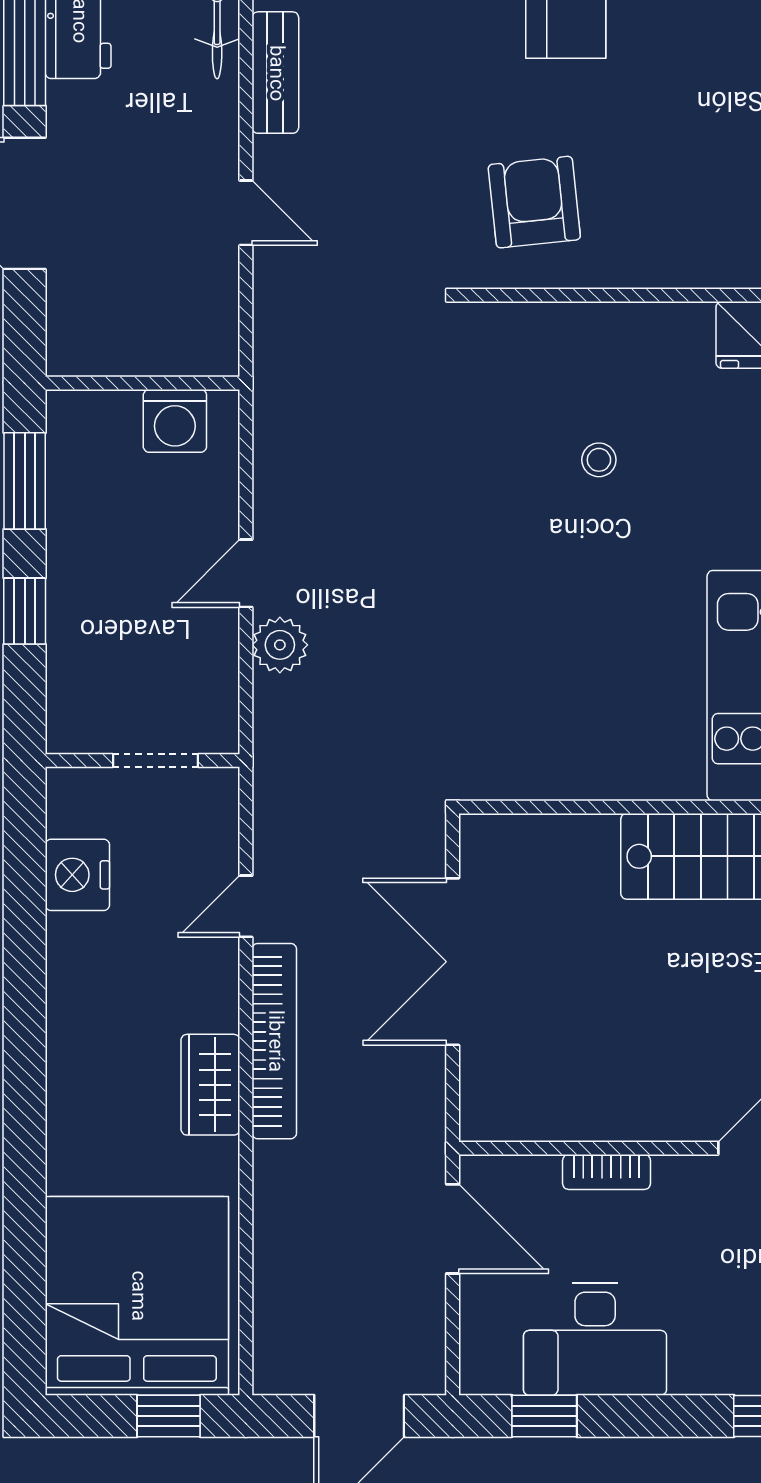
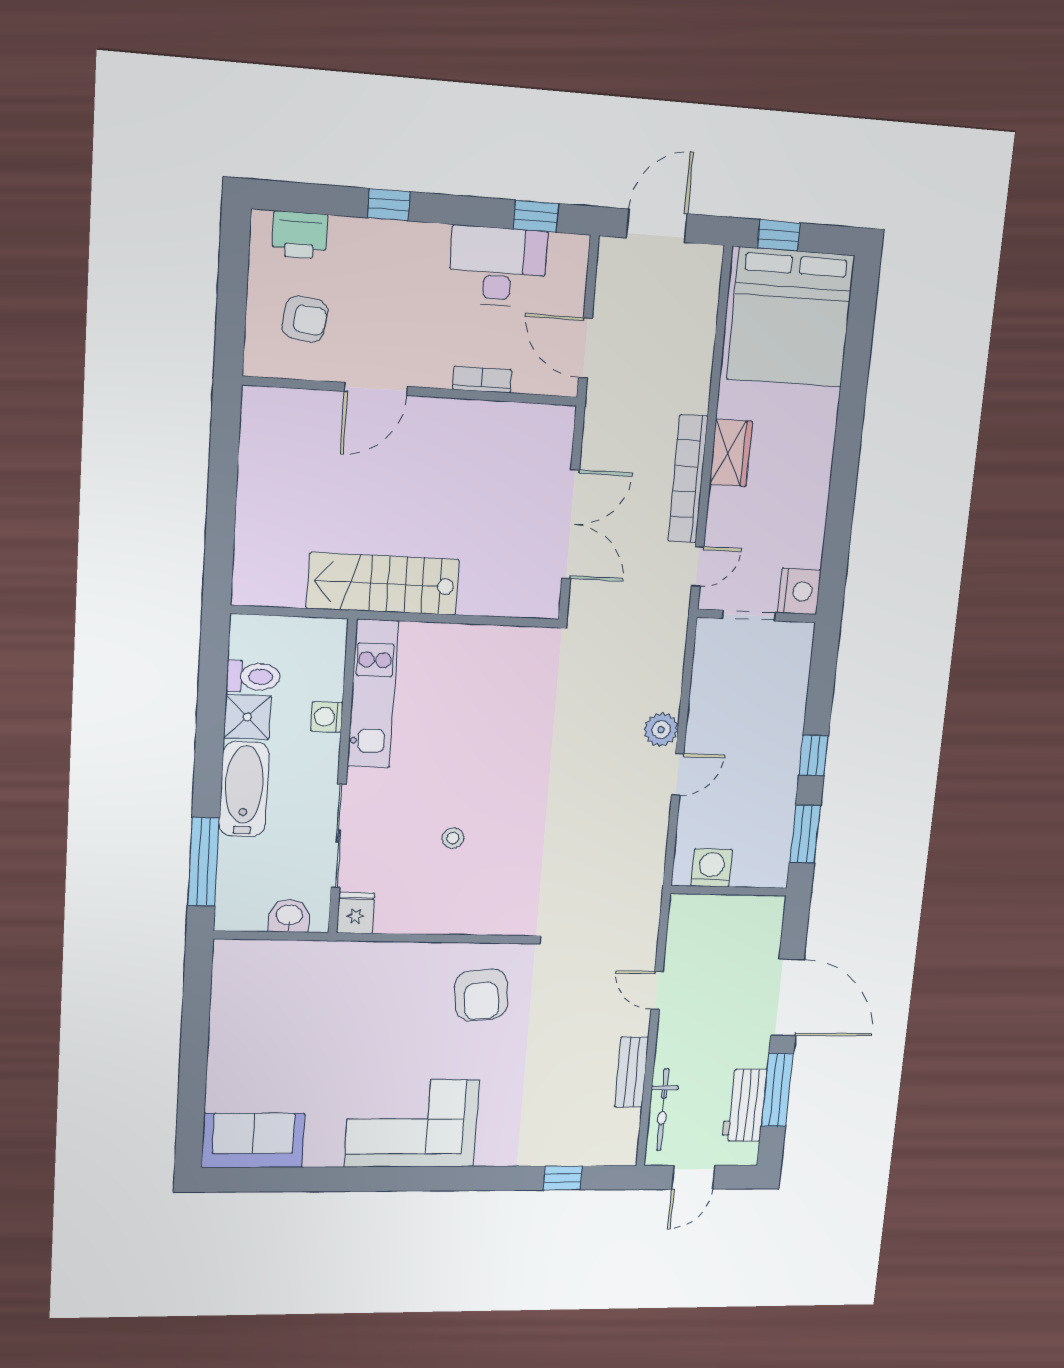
wall: (142, 761) -> (757, 616), moved
doorway: (155, 761) -> (749, 616), moved

